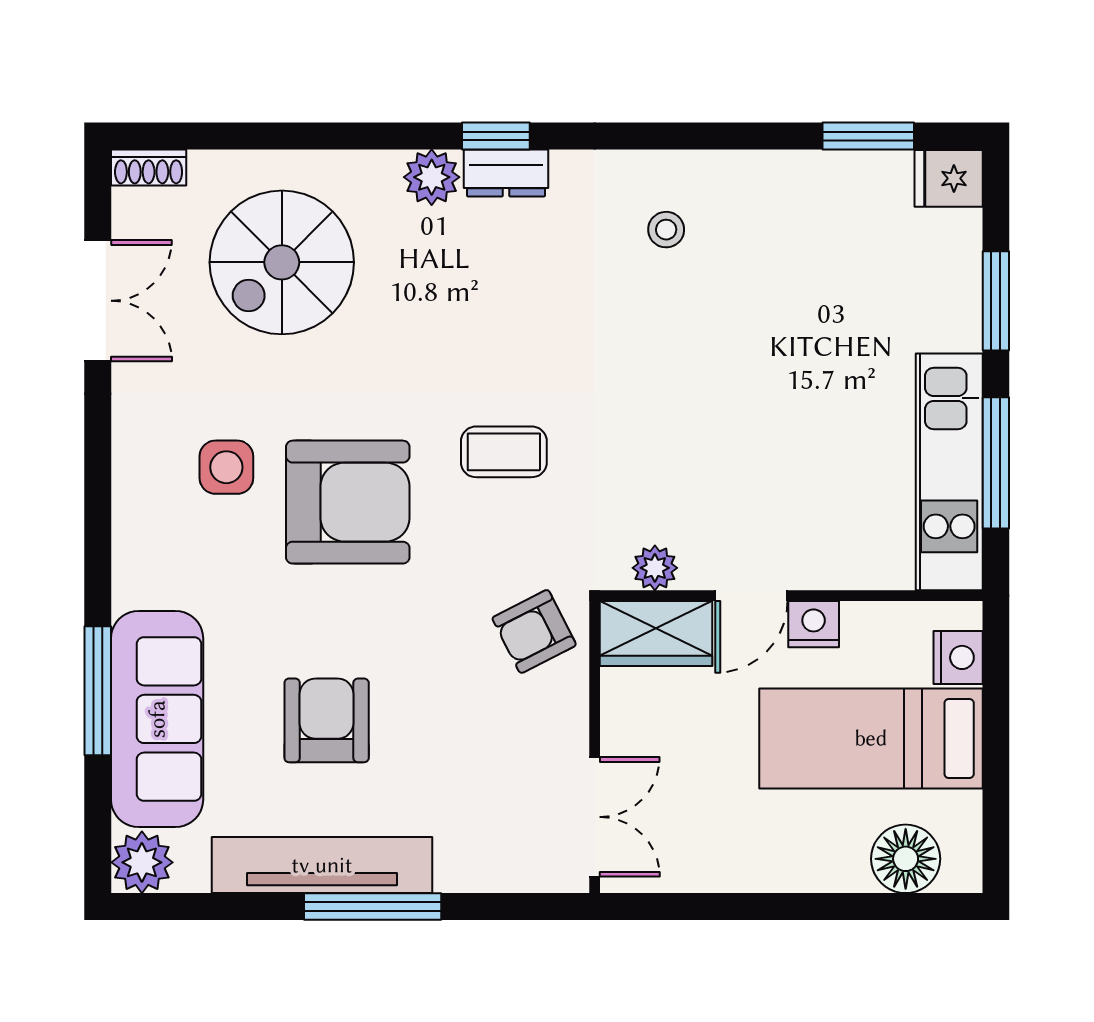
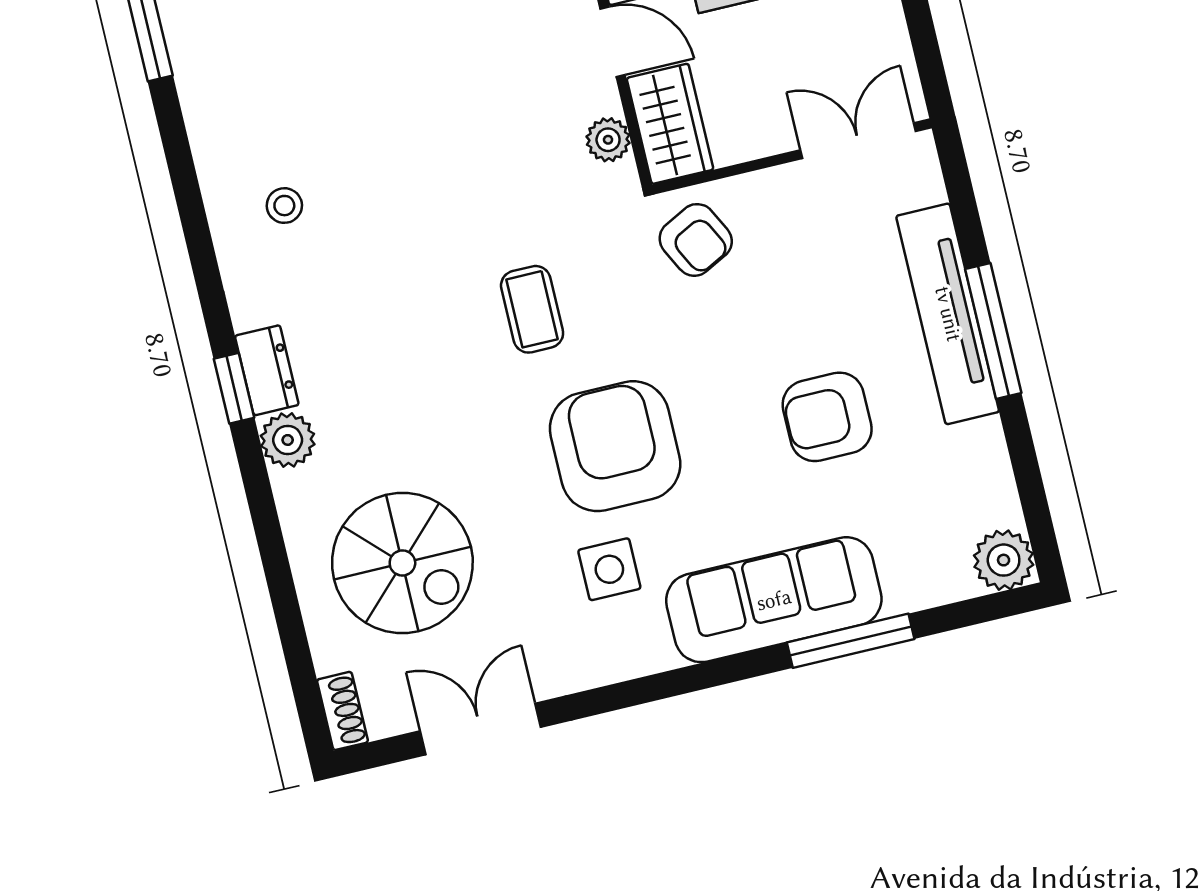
sofa: (157, 719) -> (774, 600), moved
tv unit: (322, 865) -> (948, 314), moved

